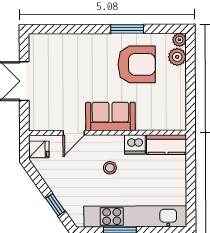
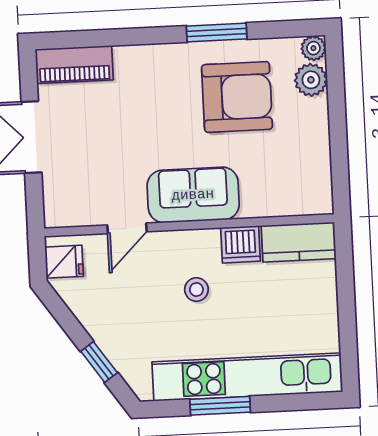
piano: (49, 43) -> (74, 65), added

